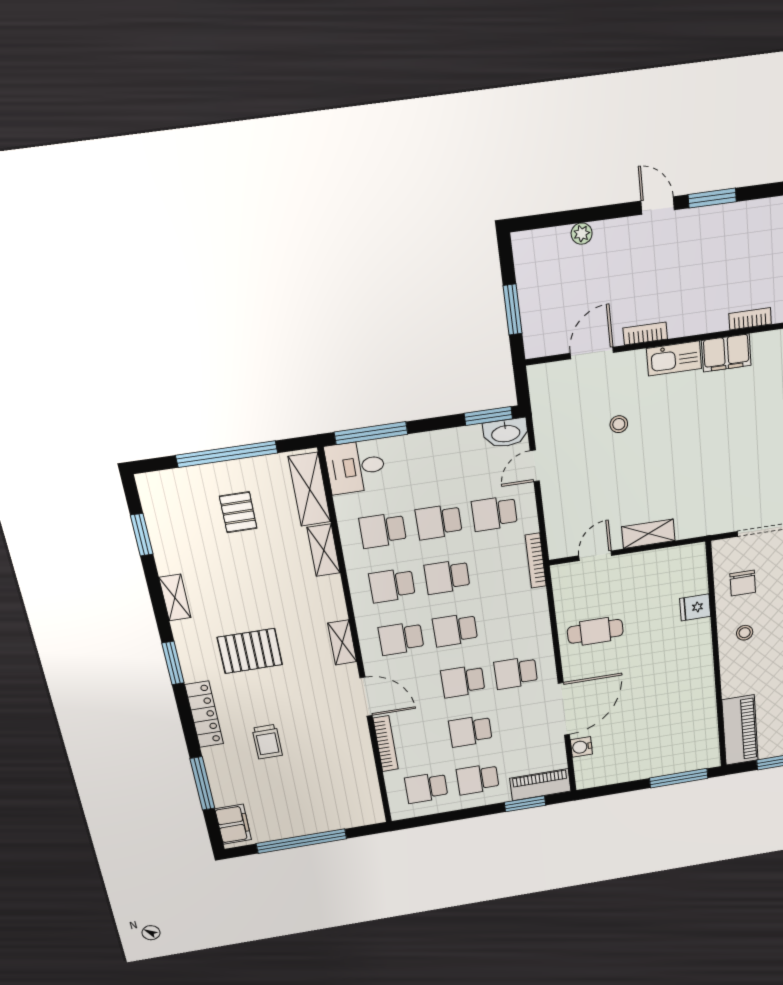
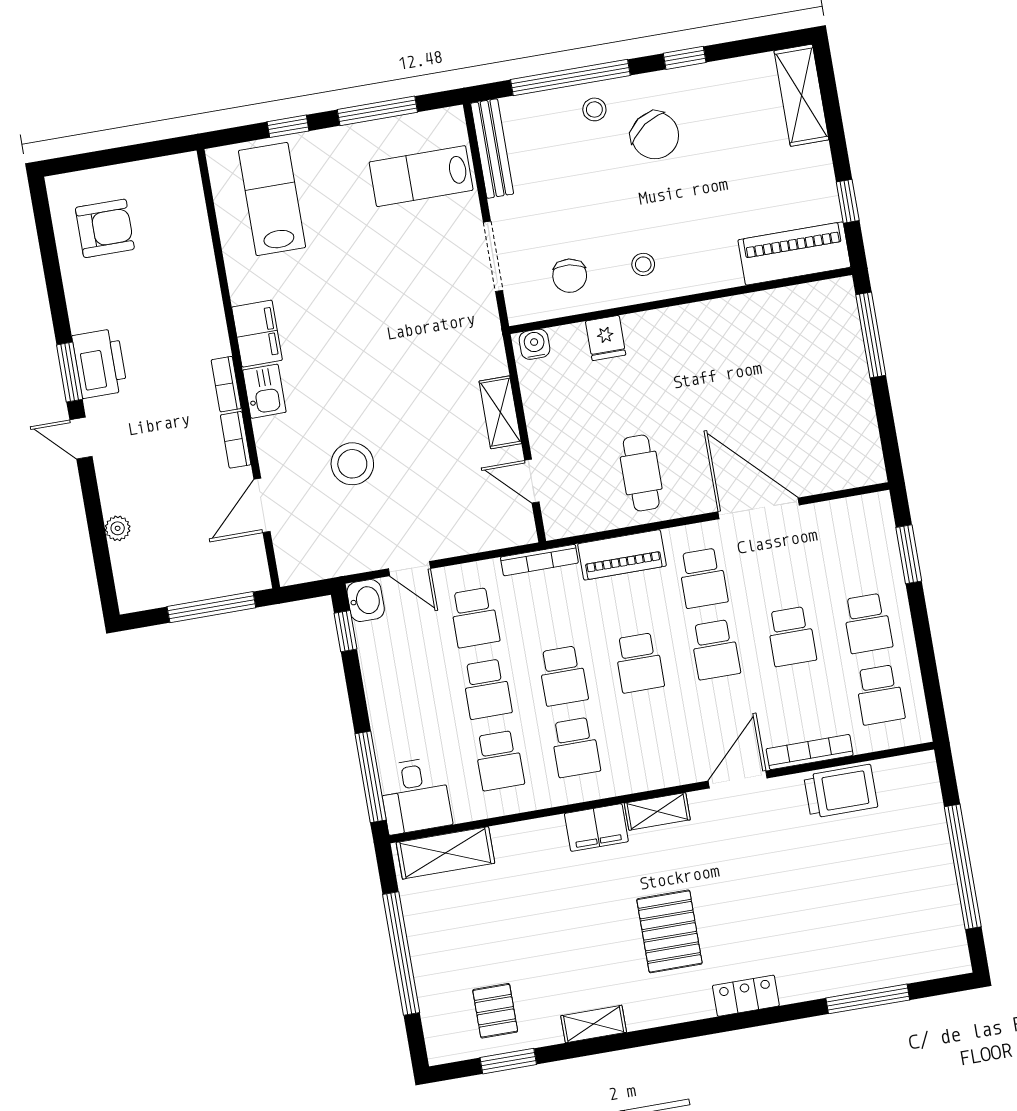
door: (658, 205) -> (81, 438), hinge flipped
printer: (717, 224) -> (100, 363), added
window: (513, 310) -> (211, 607), width x1.44
bookcase: (750, 319) -> (226, 384), moved
door: (592, 353) -> (262, 505), hinge flipped
kitchen sink: (674, 358) -> (264, 391), width x0.73
window: (488, 416) -> (345, 631), width x0.67
stool: (619, 424) -> (352, 464), width x1.89, depth x1.89
washbasin: (506, 433) -> (366, 601), width x0.72
pallet: (238, 512) -> (495, 1011), moved, turned 90
shelving: (324, 550) -> (527, 835), removed
chair: (743, 583) -> (570, 276), turned 97
school desk: (401, 638) -> (651, 734), removed
window: (173, 663) -> (687, 1030), removed
locker: (204, 714) -> (746, 996), width x0.66
trolley: (267, 742) -> (841, 791), moved, width x1.36, depth x1.39
water cooler: (581, 747) -> (534, 344), moved, turned 180
piano: (540, 785) -> (622, 555), moved, turned -90
filing cabinet: (233, 824) -> (596, 828), moved, turned 180

